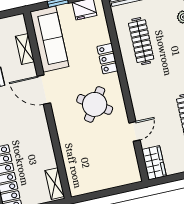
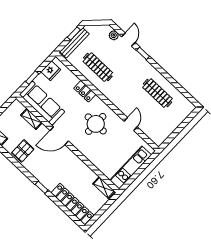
round table: (95, 104) -> (96, 124), turned -34
wardrobe: (154, 163) -> (155, 135), removed
kitchen unit: (101, 181) -> (131, 168), added

